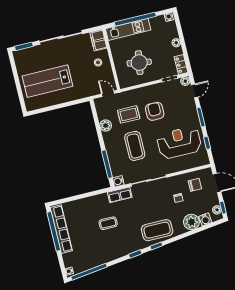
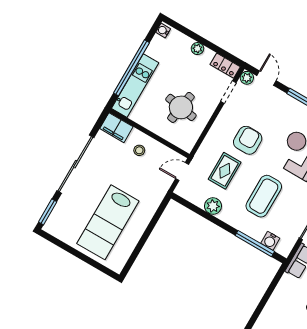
armchair: (155, 111) -> (248, 140), turned 90
coffee table: (135, 146) -> (264, 196), turned 90
water cooler: (118, 181) -> (270, 241), moved

